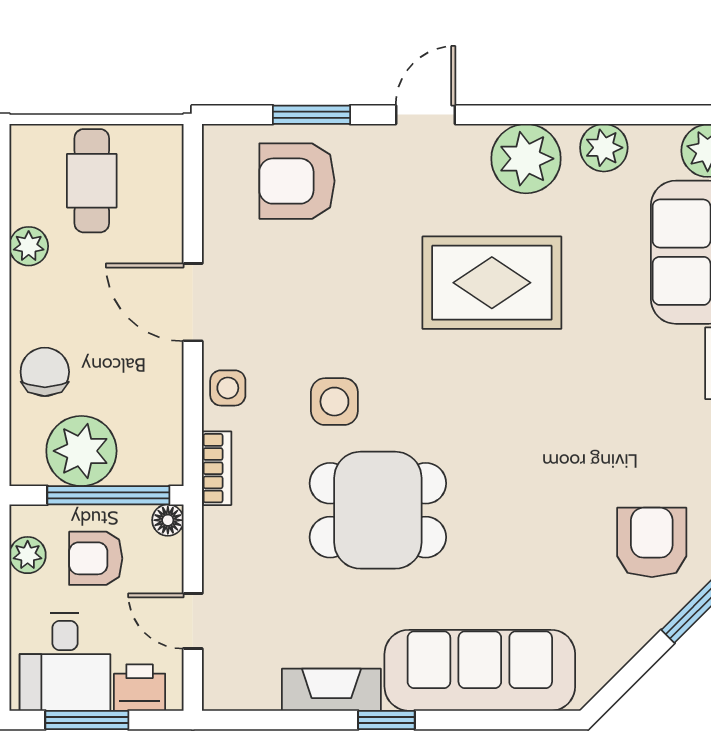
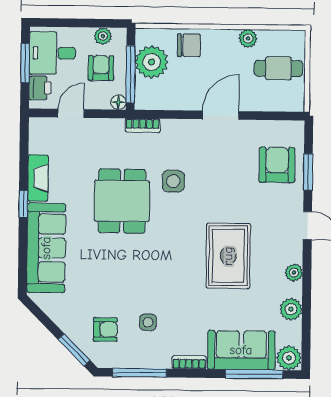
plant: (526, 159) -> (294, 273), width x0.53, depth x0.53
side table: (228, 388) -> (148, 322), moved
armchair: (652, 542) -> (105, 329), width x0.72, depth x0.72

